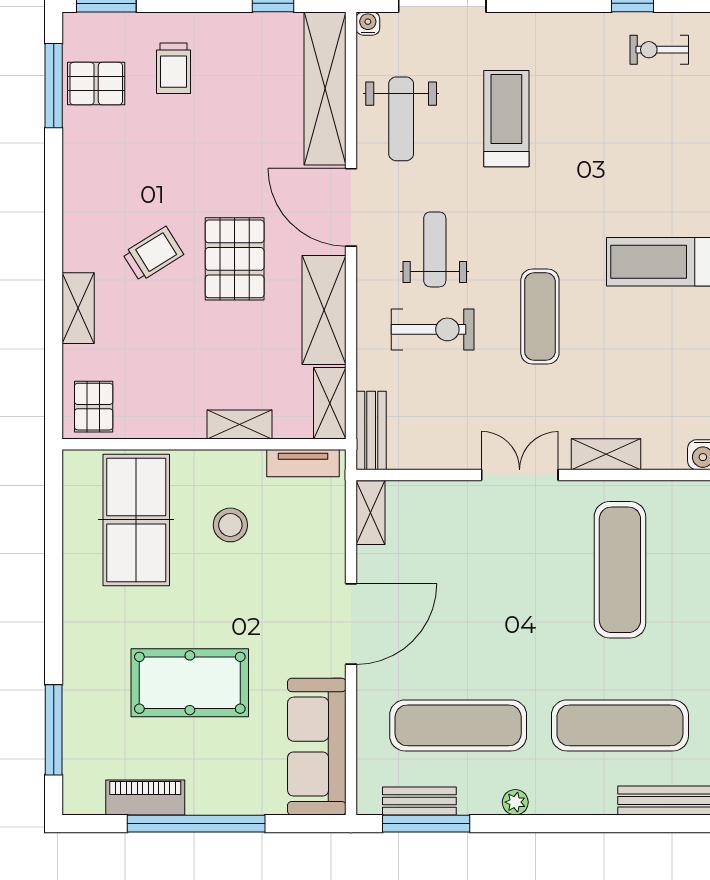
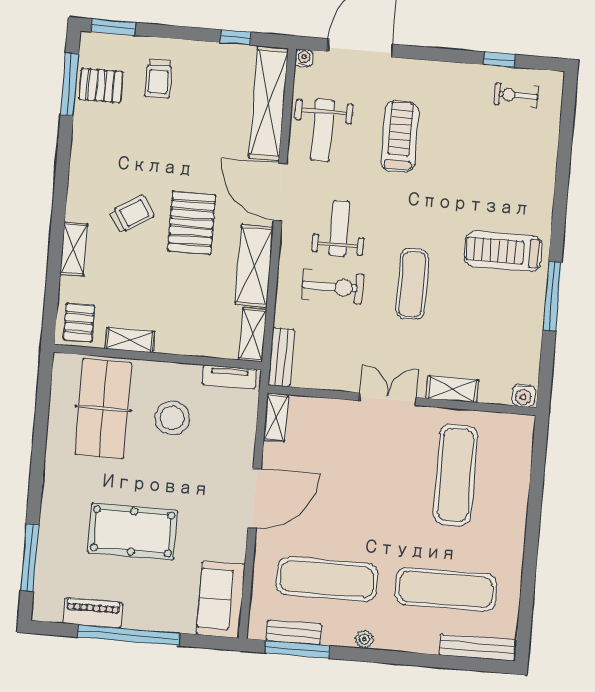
shelving: (240, 424) -> (130, 340), moved
stool: (230, 525) -> (172, 418), width x1.38, depth x1.38
sofa: (317, 747) -> (221, 599), width x0.73

